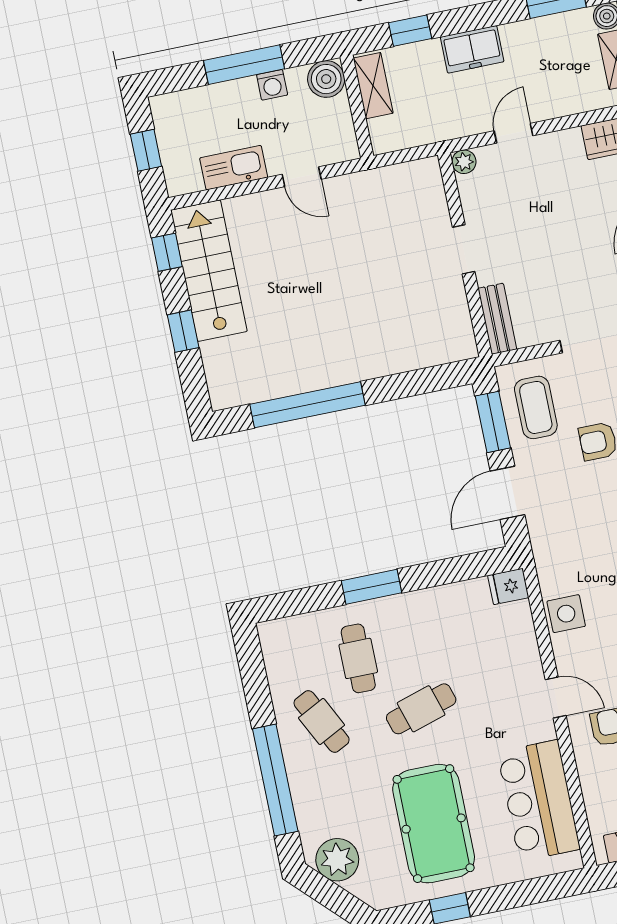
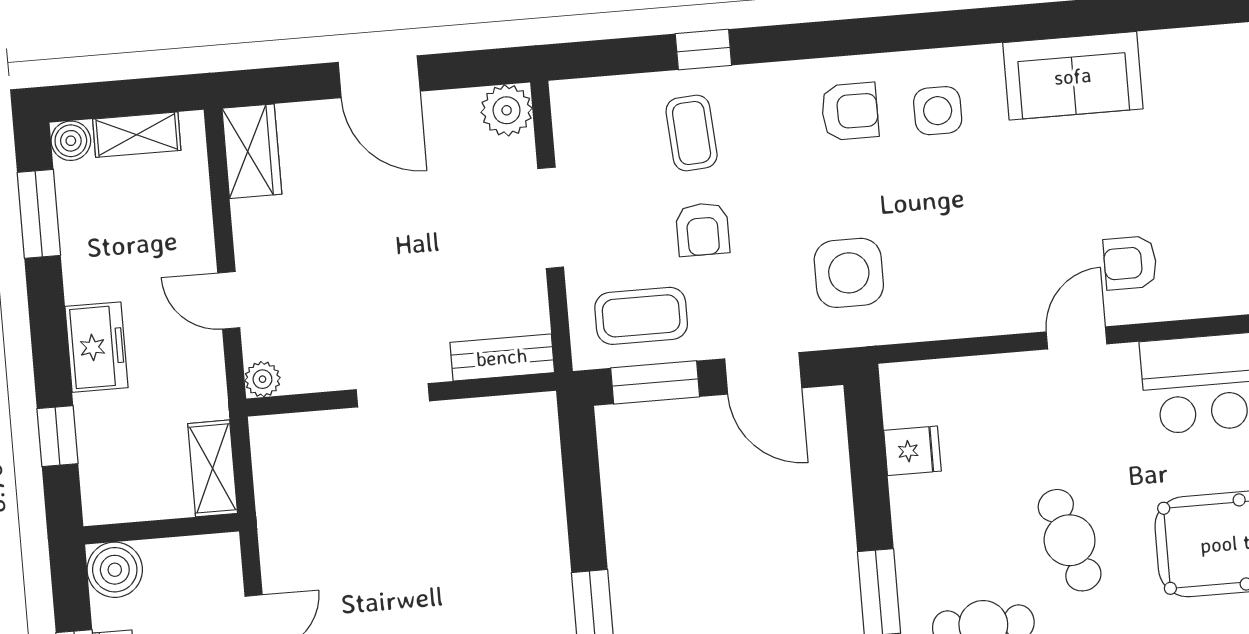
shelving: (373, 86) -> (213, 468), moved, turned 90
fridge: (508, 587) -> (912, 451), moved, turned -90
side table: (566, 614) -> (849, 273), moved, width x1.37, depth x1.37

